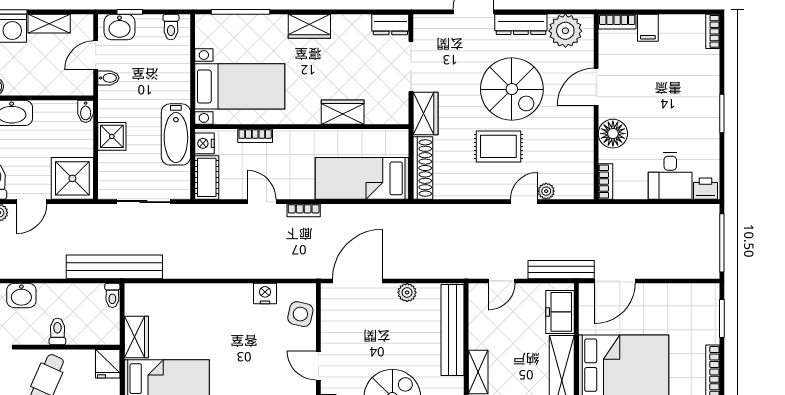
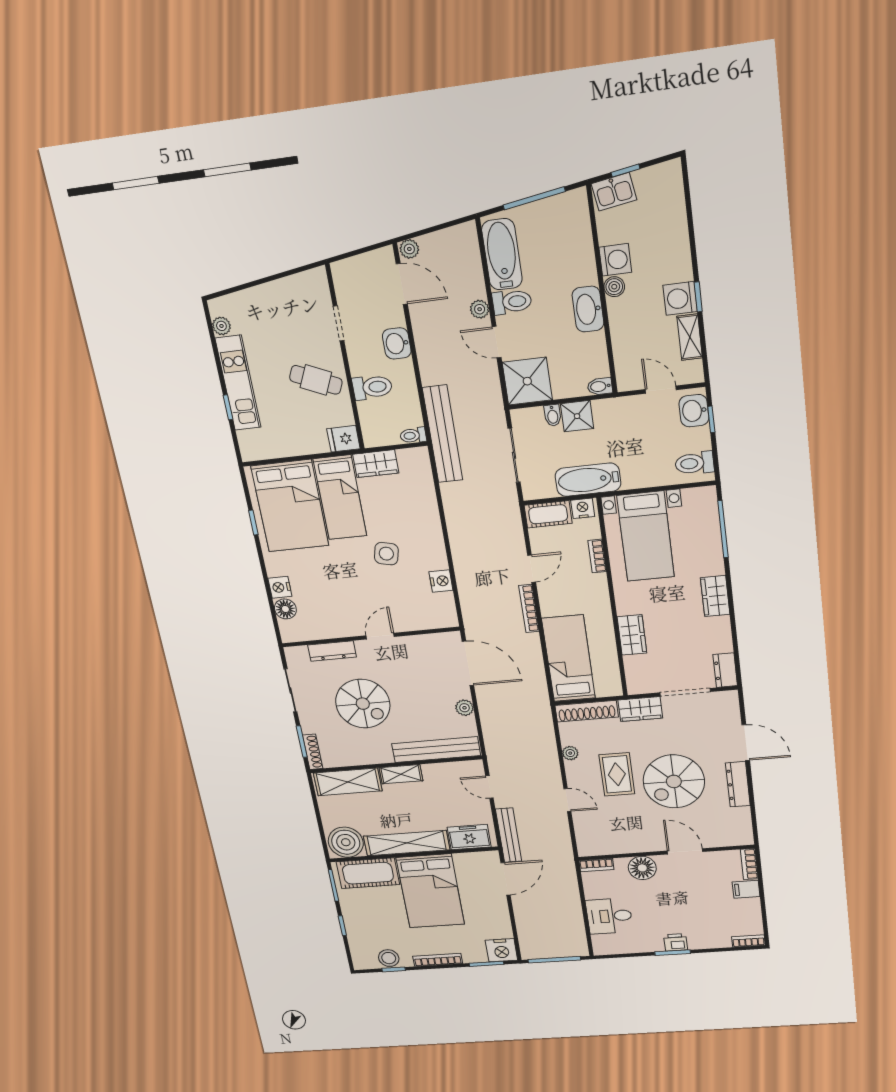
toilet: (171, 27) -> (695, 463), width x1.37, depth x1.39
plant: (565, 31) -> (736, 822), removed
bidet: (108, 78) -> (553, 415), moved
printer: (706, 189) -> (676, 942), moved, turned -90
plant: (546, 191) -> (570, 753), moved
bookcase: (304, 210) -> (529, 608), width x1.56
door: (615, 281) -> (506, 879), swing flipped
nightstand: (705, 299) -> (501, 950), added
side table: (300, 314) -> (386, 554), moved
toilet: (57, 332) -> (372, 387), width x1.37, depth x1.39

